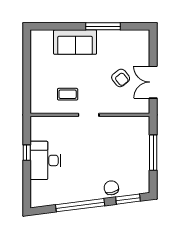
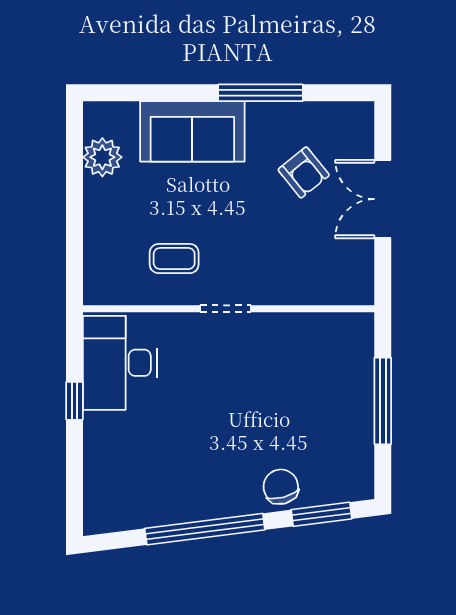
plant: (38, 53) -> (102, 157), added
armchair: (121, 78) -> (304, 172), moved
double door: (153, 82) -> (383, 199), moved
desk: (45, 160) -> (120, 363), moved

